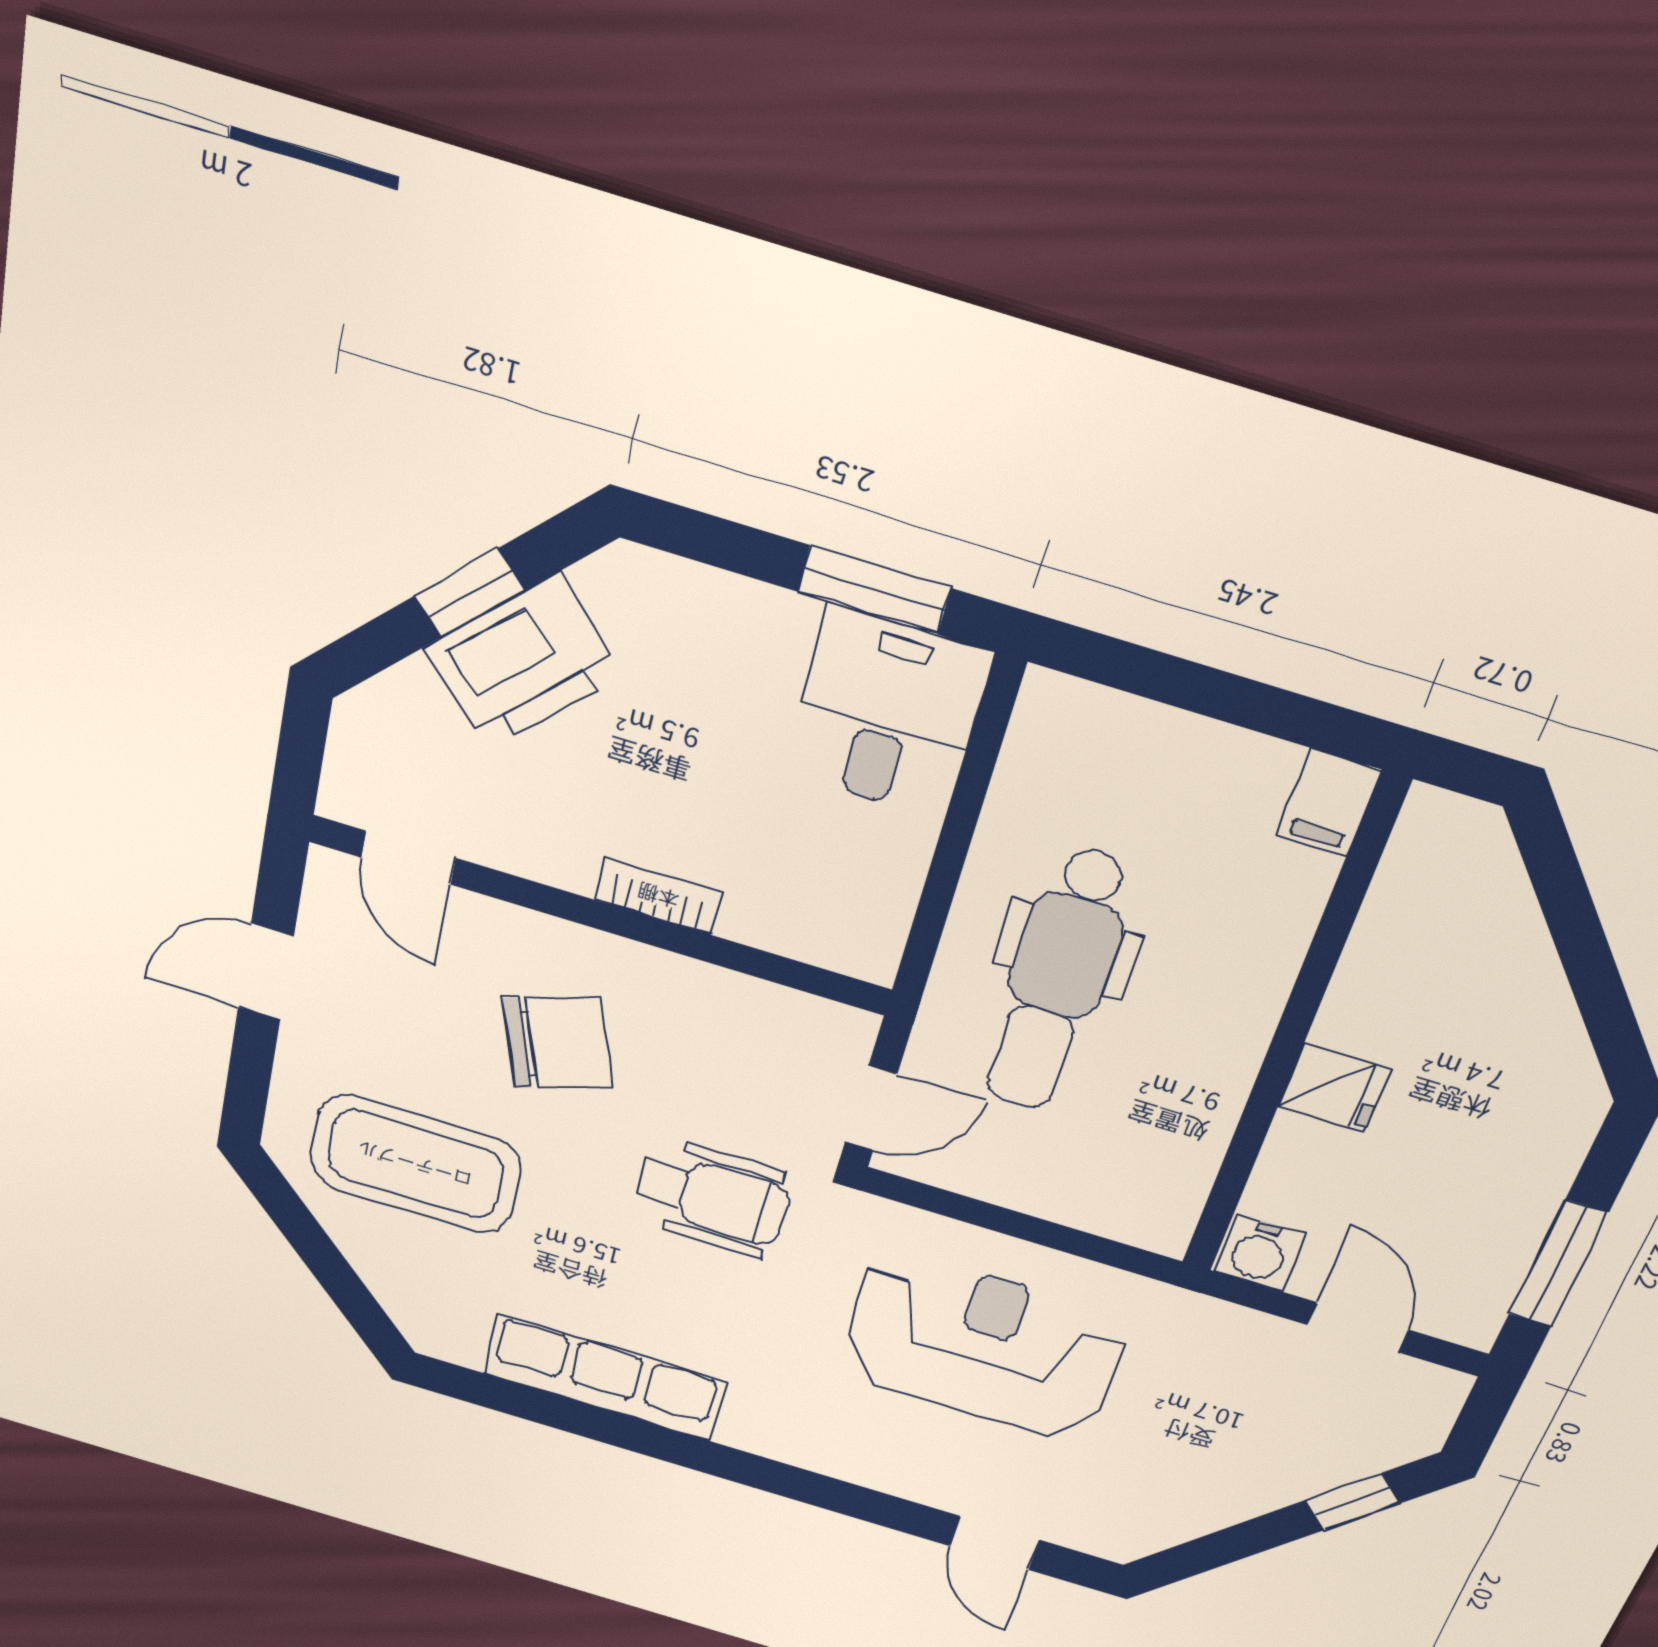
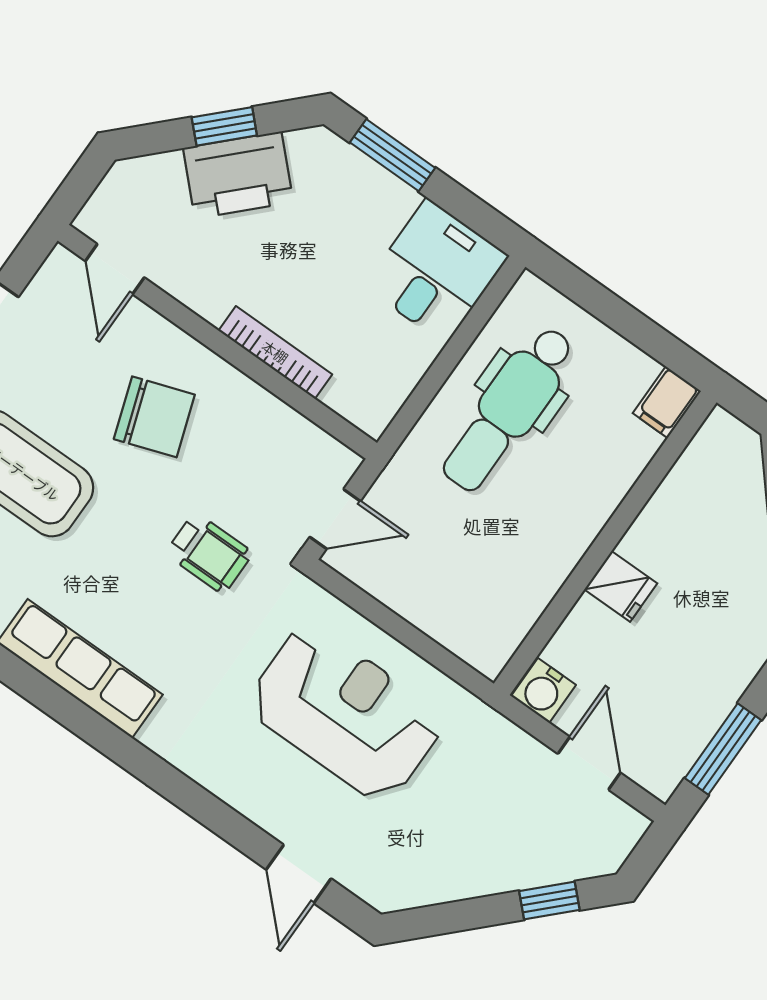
window: (874, 590) -> (392, 155), moved
bookcase: (658, 896) -> (275, 352), width x1.56
dental chair: (1057, 981) -> (508, 409), moved
wheelchair: (712, 1198) -> (209, 553), width x0.73, depth x0.73

